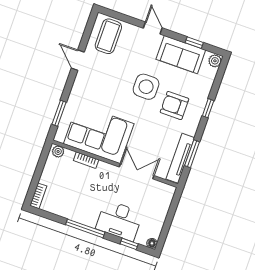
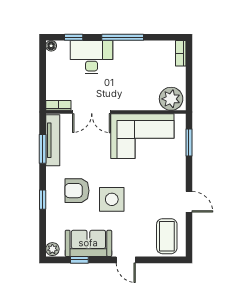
armchair: (174, 106) -> (77, 191), turned 180
plant: (58, 151) -> (171, 99), width x1.88, depth x1.88
bookcase: (86, 160) -> (58, 105), moved

